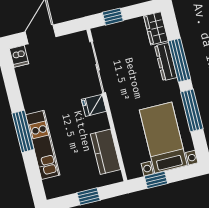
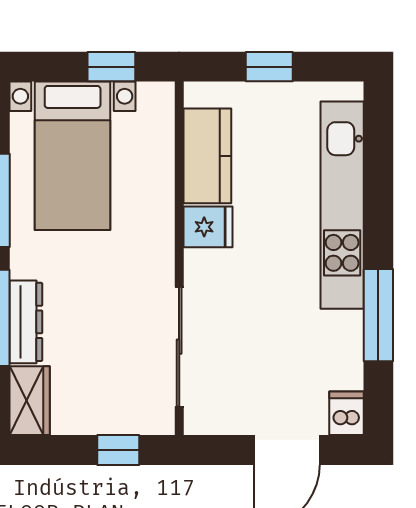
fridge: (94, 105) -> (208, 227), moved
window: (23, 131) -> (378, 315), moved
kitchen unit: (43, 145) -> (342, 205), width x1.36

